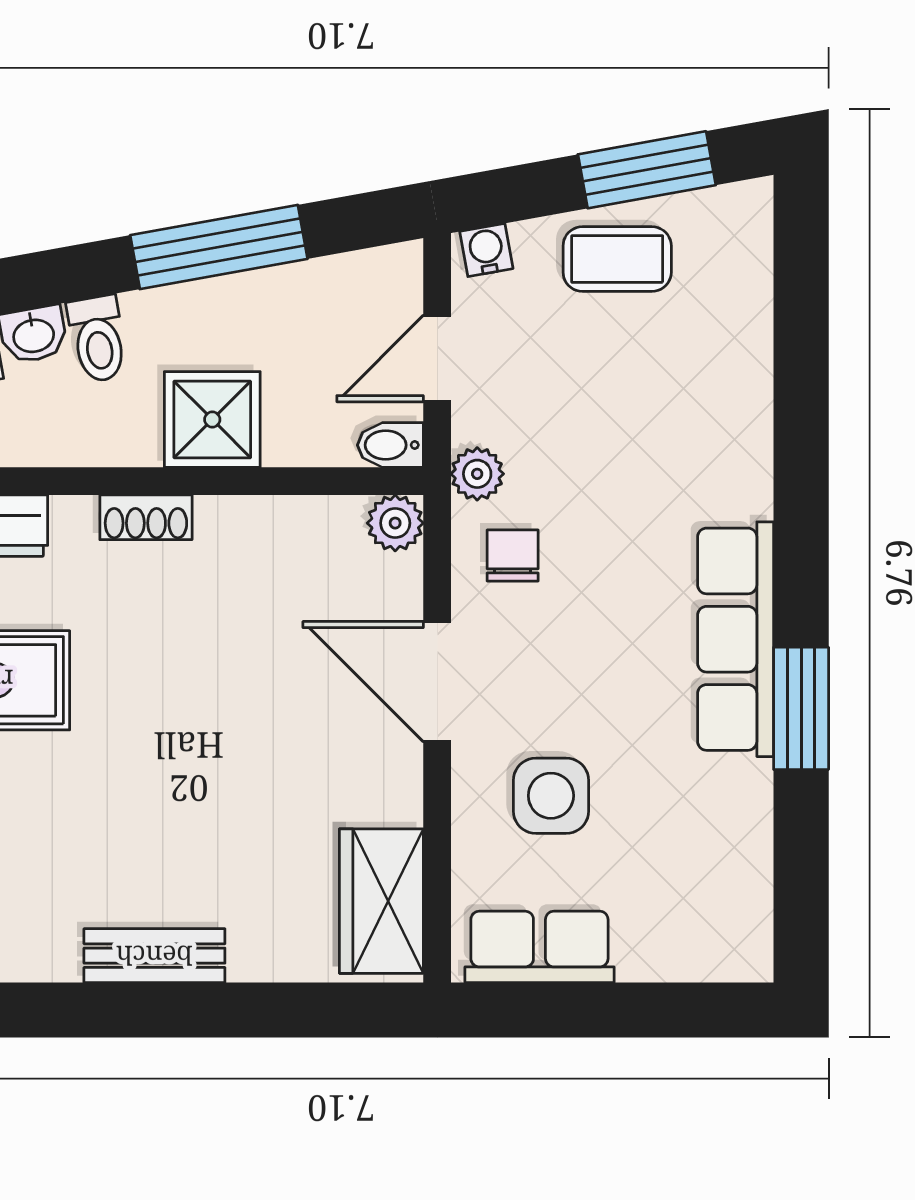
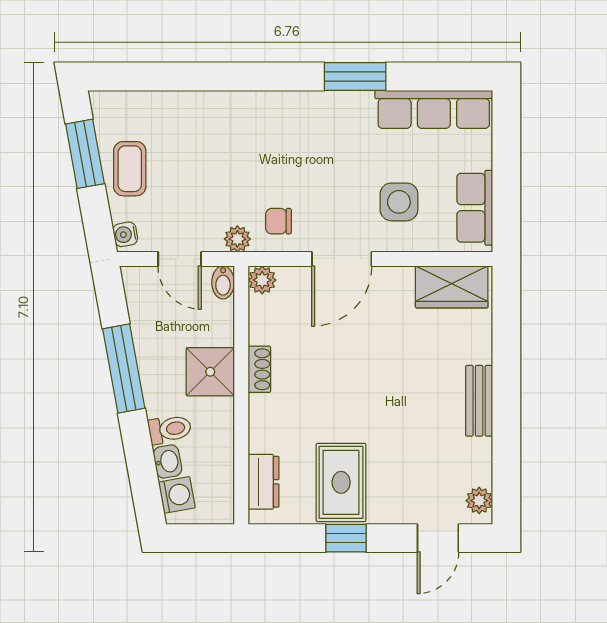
shoe rack: (146, 517) -> (259, 369), moved
row of seats: (736, 639) -> (434, 109), moved

